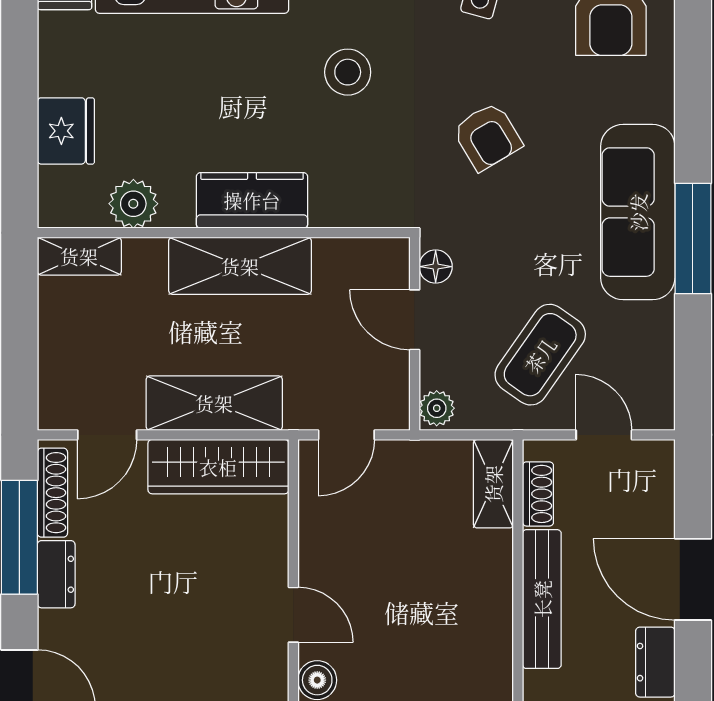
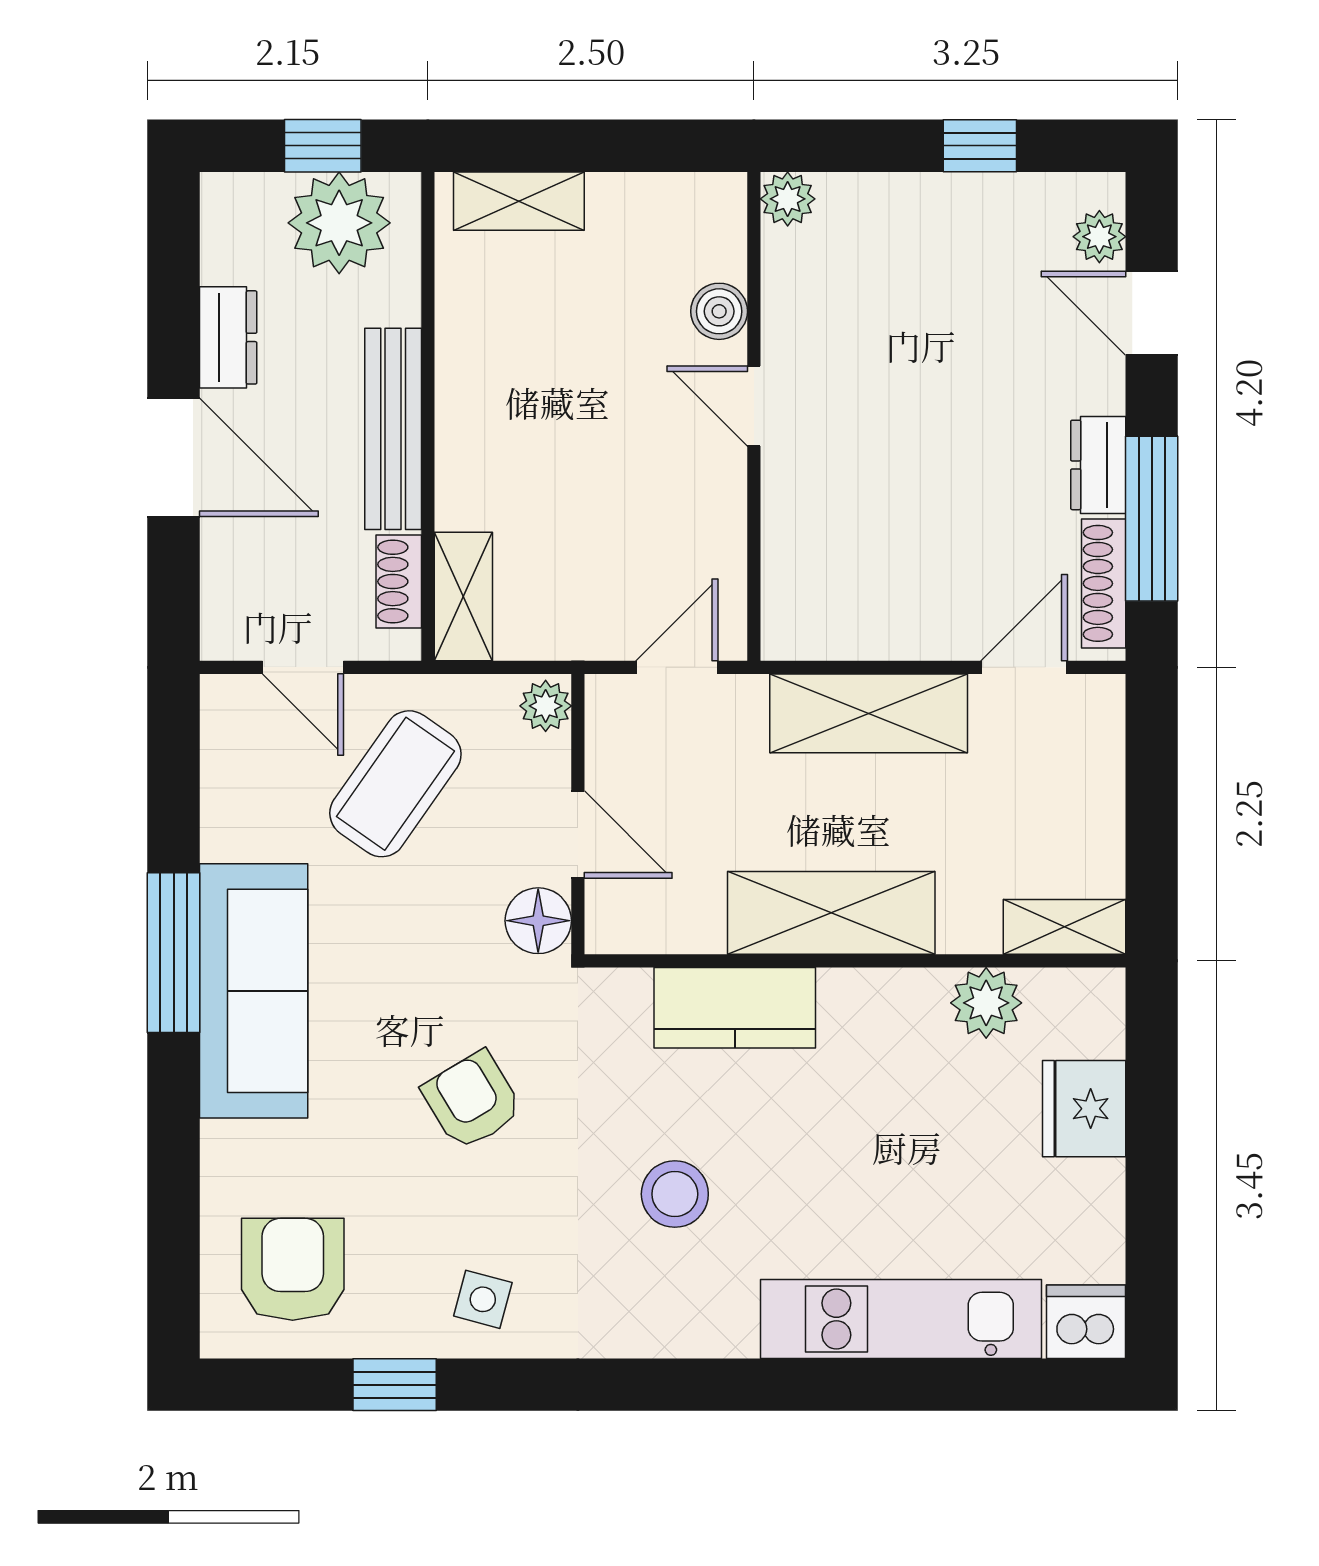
kitchen counter: (252, 200) -> (735, 1008), moved
floor lamp: (436, 267) -> (538, 921), width x1.37, depth x1.37
wardrobe: (218, 467) -> (863, 621), removed

